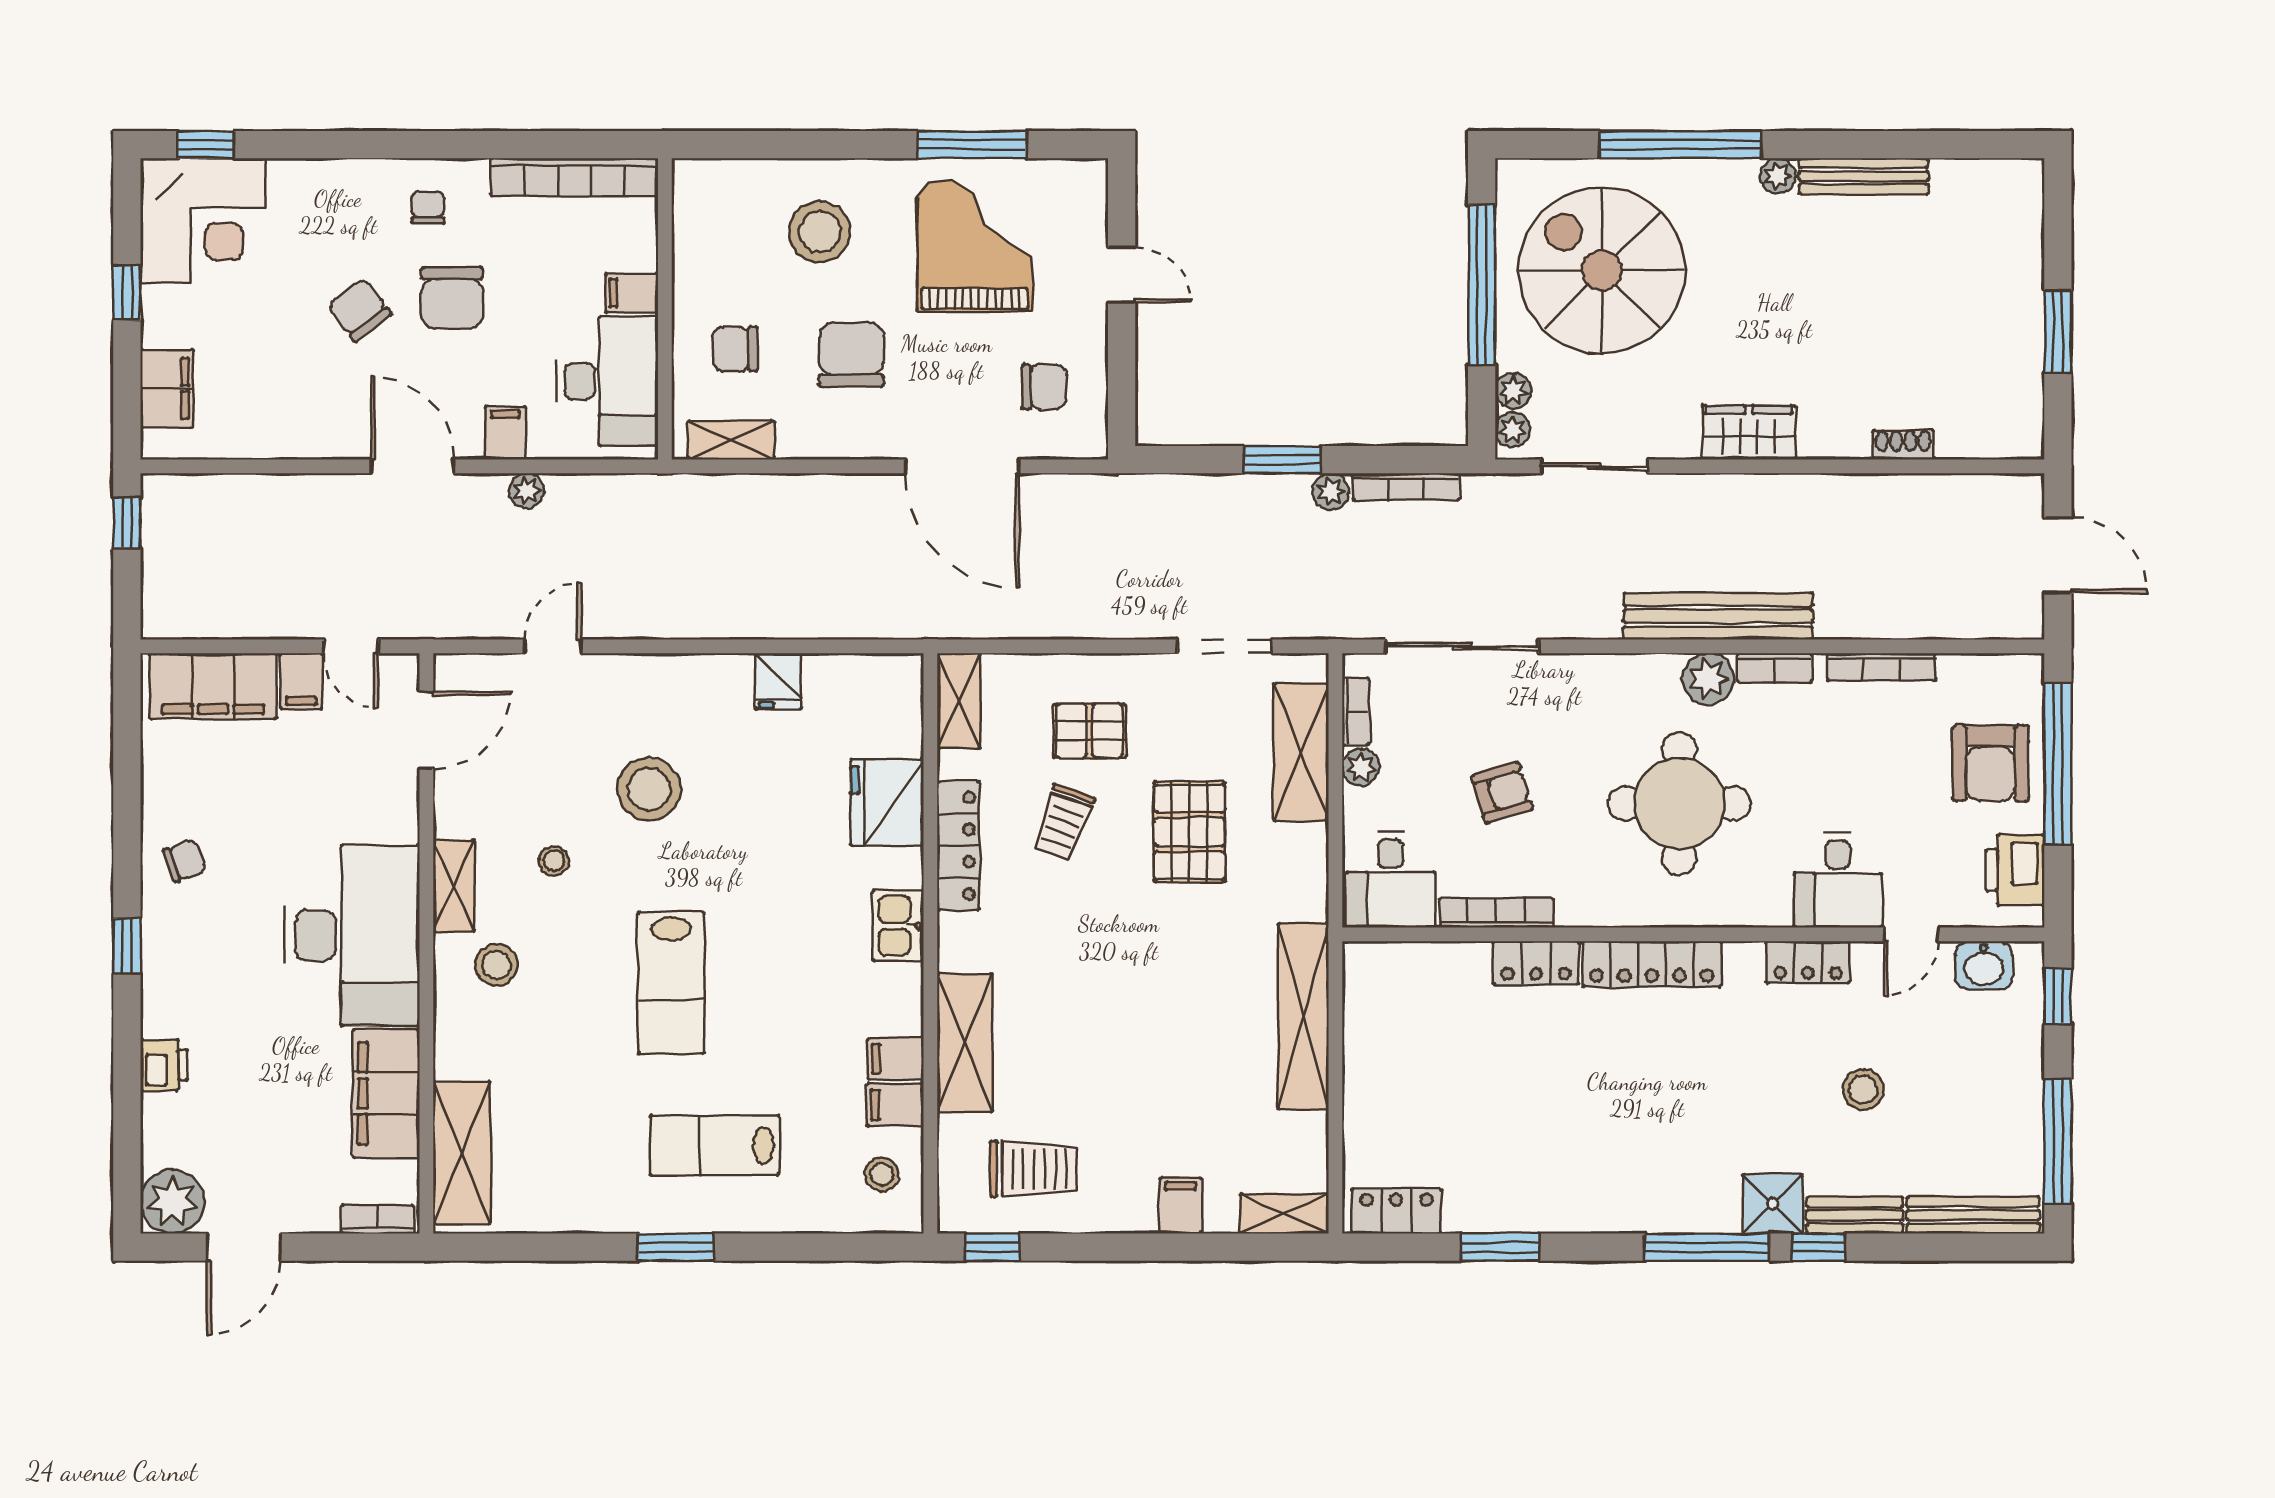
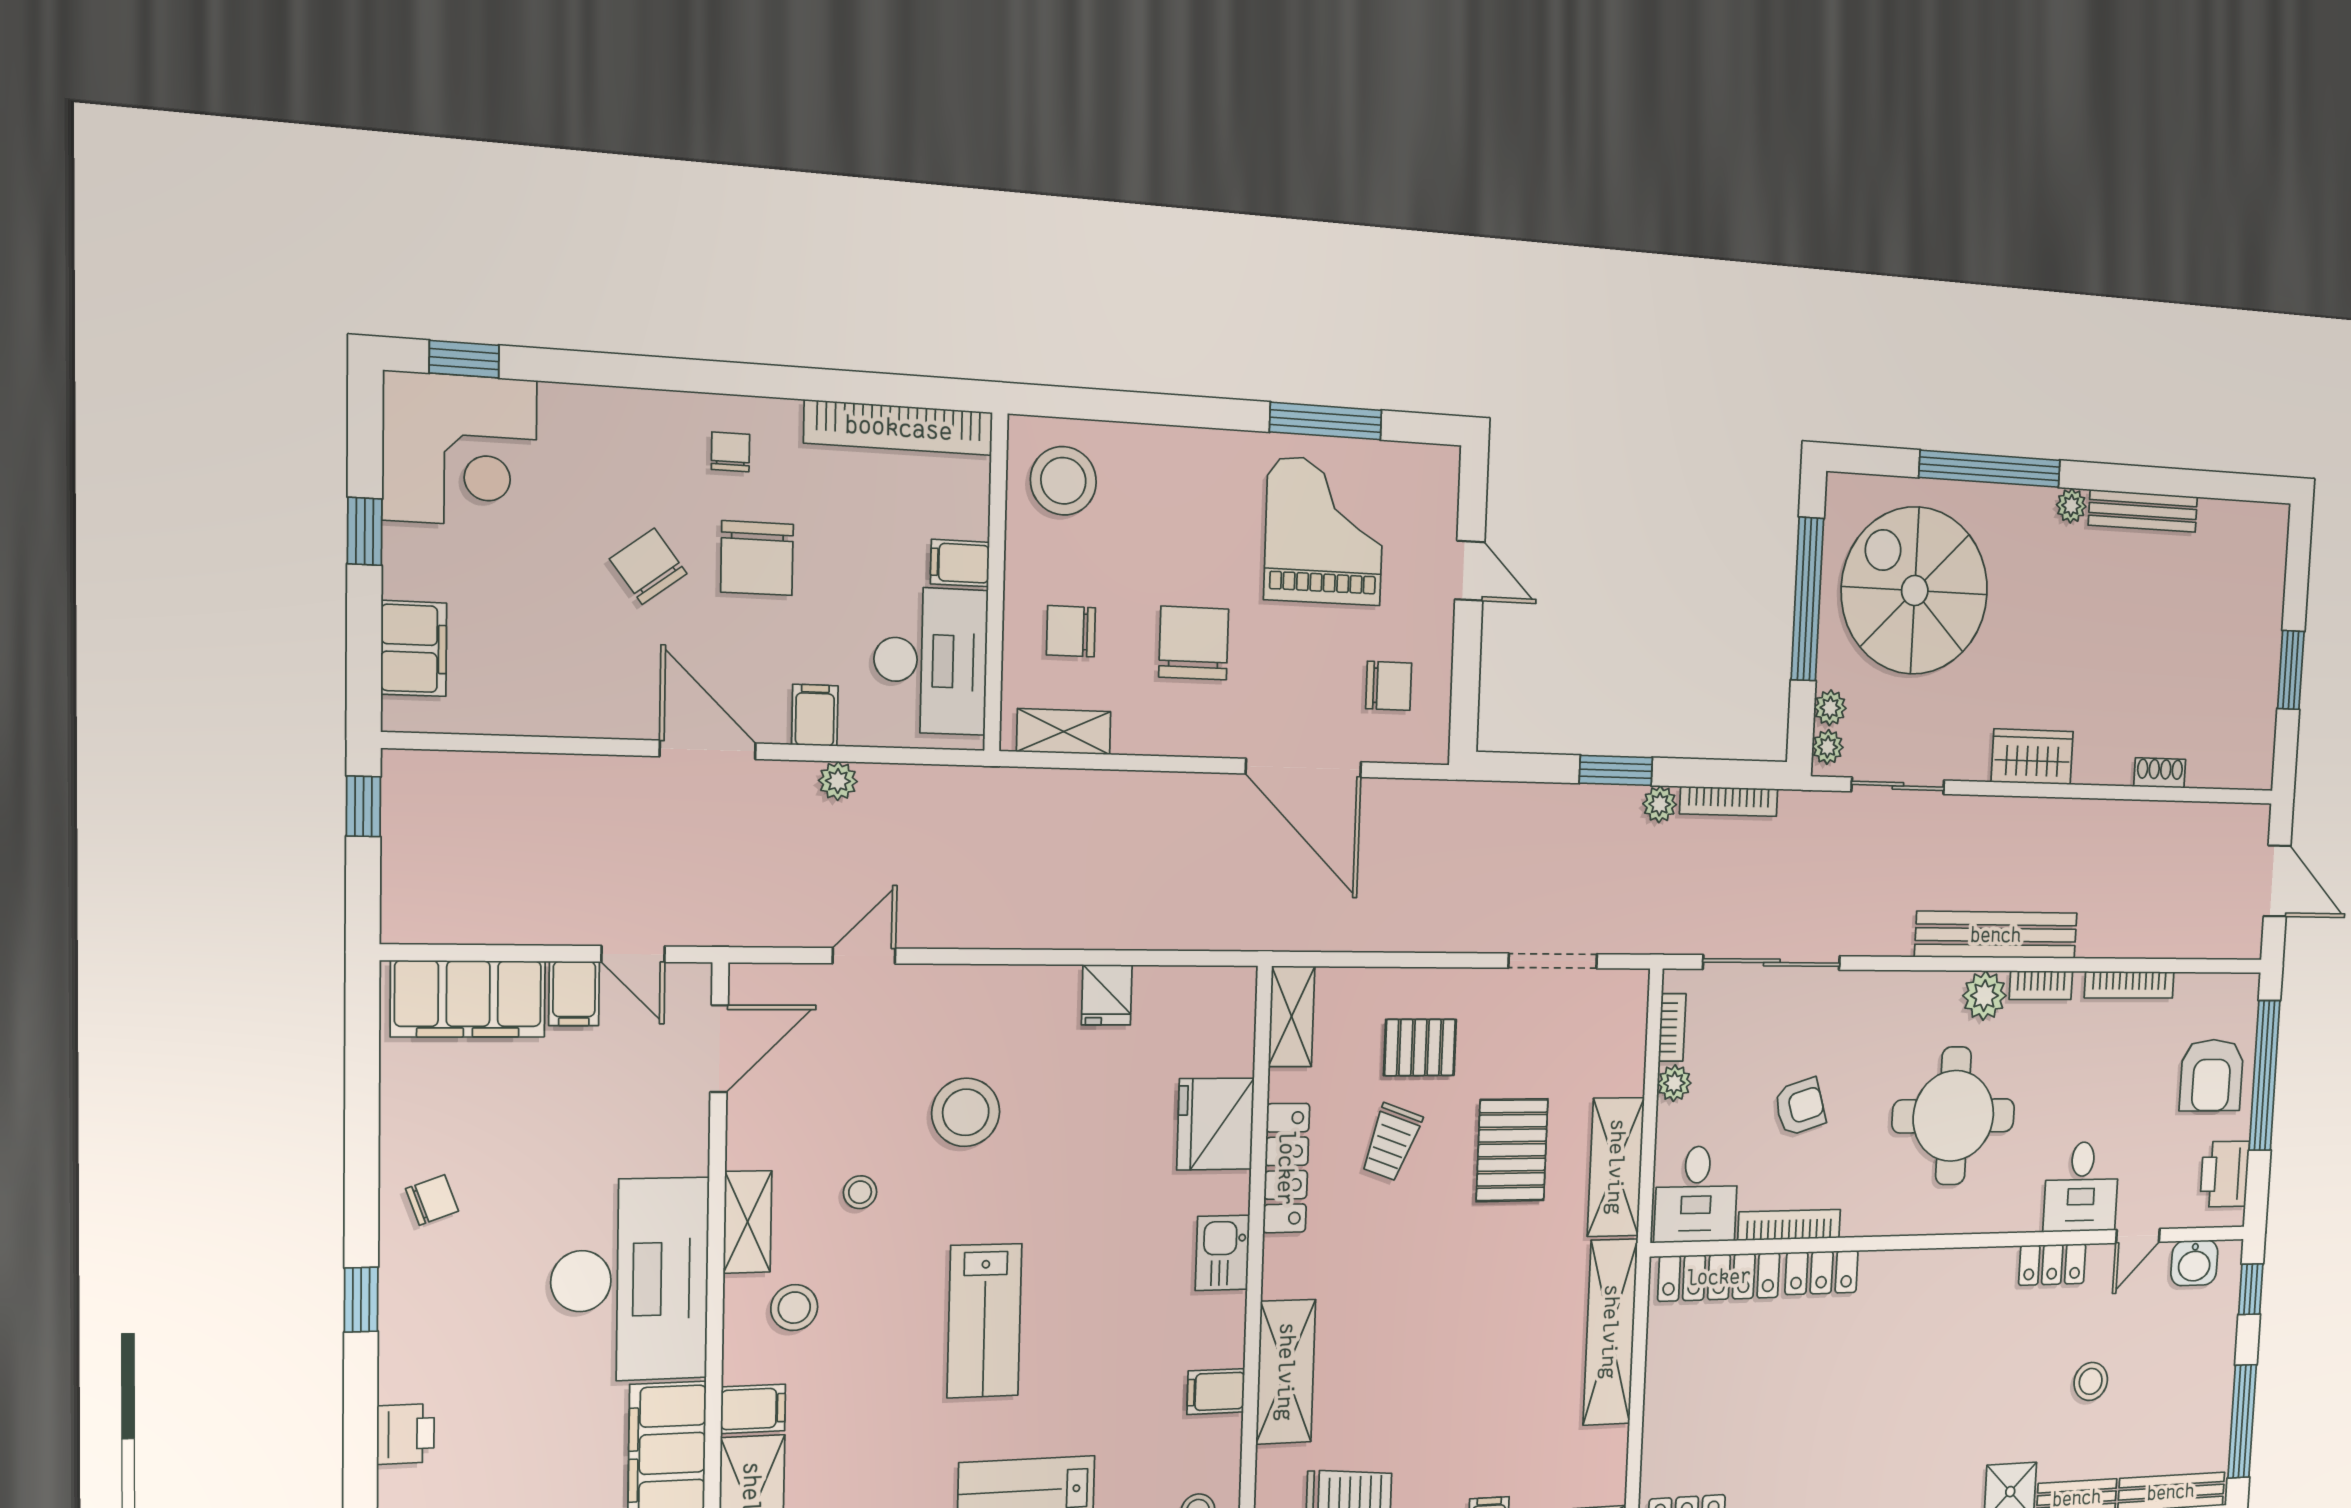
stool: (820, 231) -> (1063, 481), moved
shelving: (1301, 752) -> (1616, 1167), moved
locker: (1652, 964) -> (1719, 1277), moved
filing cabinet: (895, 1105) -> (753, 1409), moved, turned 180

